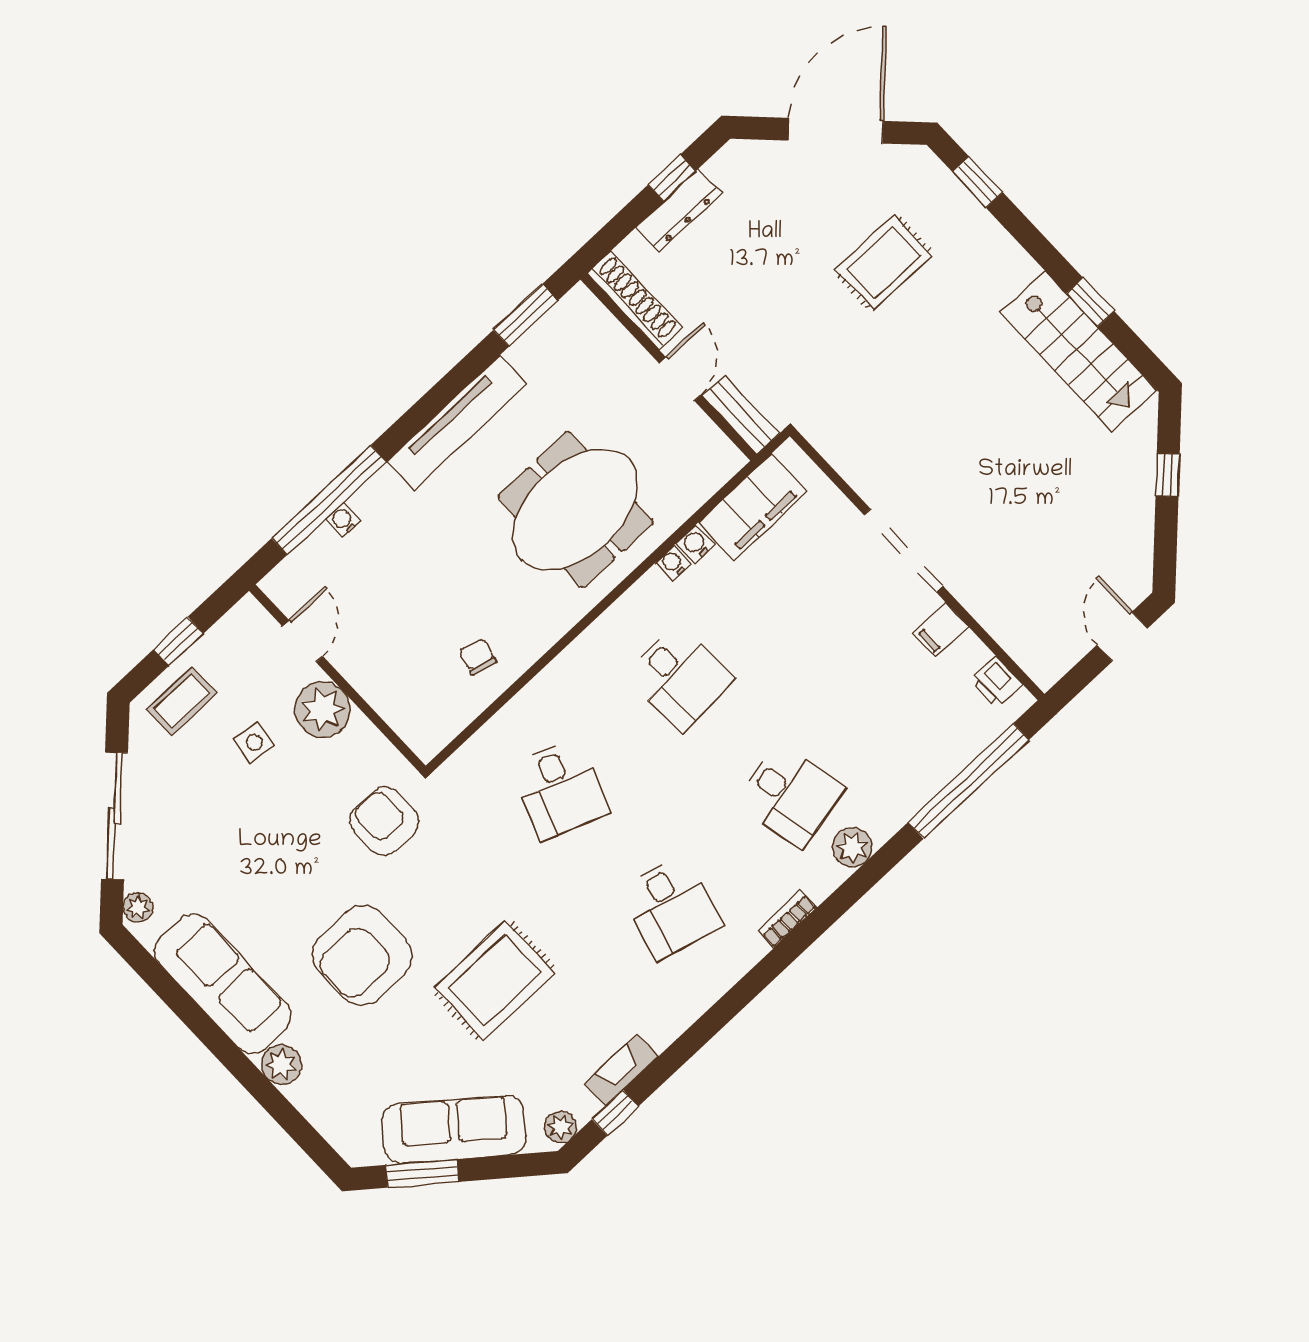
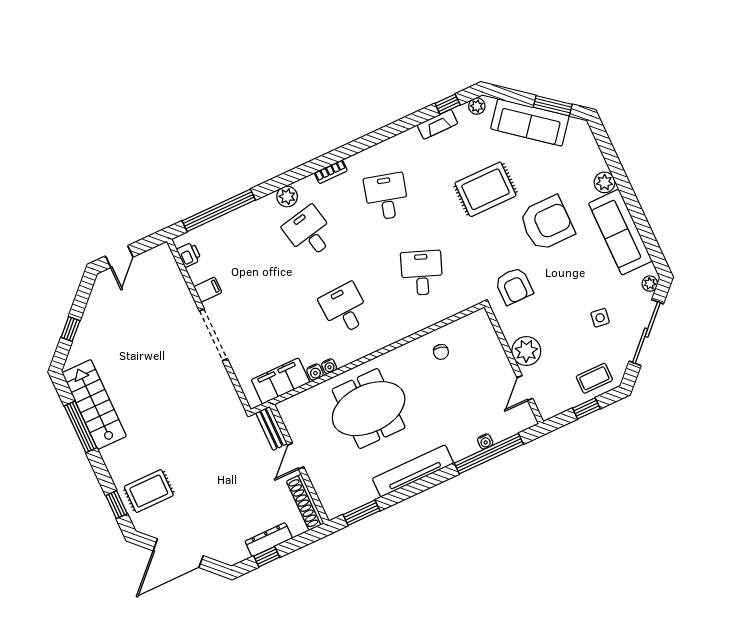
rug: (884, 263) -> (149, 491), moved
window: (1090, 302) -> (80, 427), width x2.17
side table: (254, 742) -> (600, 318), moved

